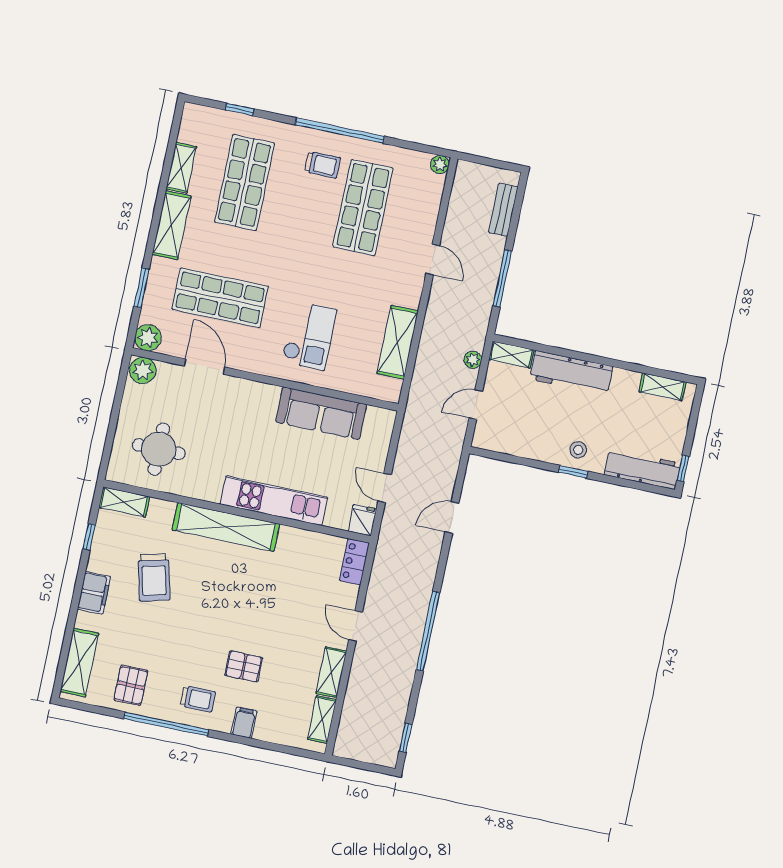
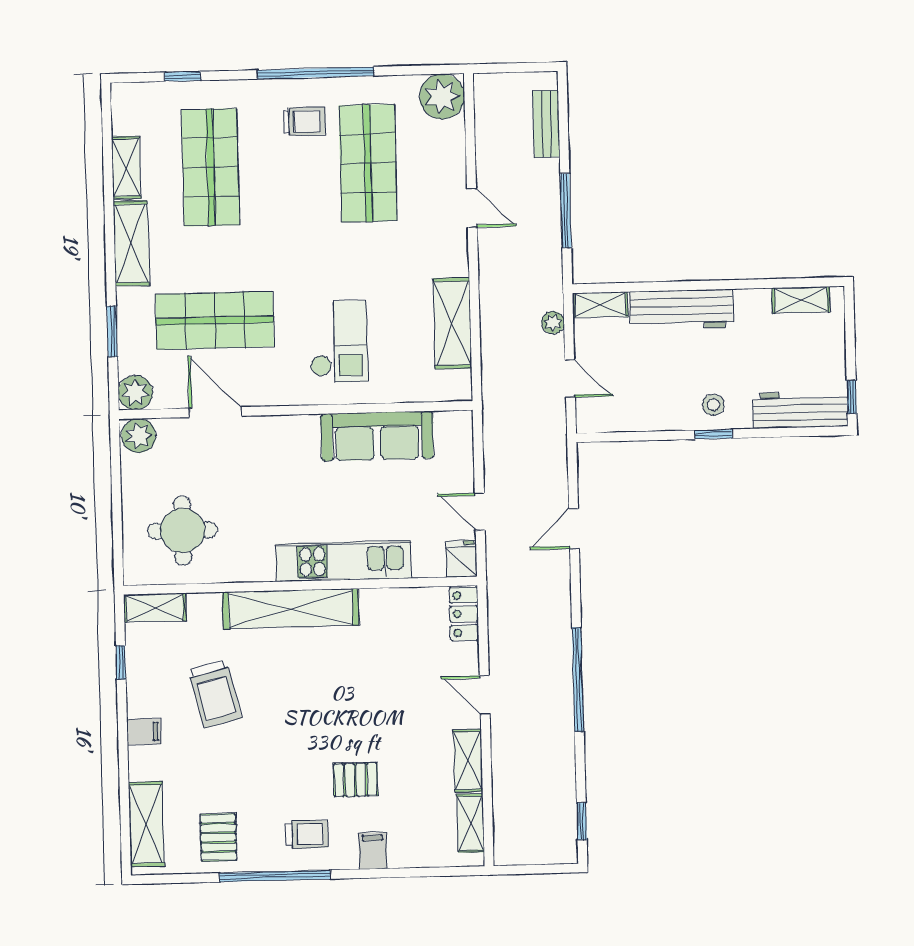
plant: (440, 165) -> (442, 97), width x1.88, depth x1.88
door: (476, 405) -> (570, 379), swing flipped
filing cabinet: (94, 593) -> (144, 732), width x0.50

